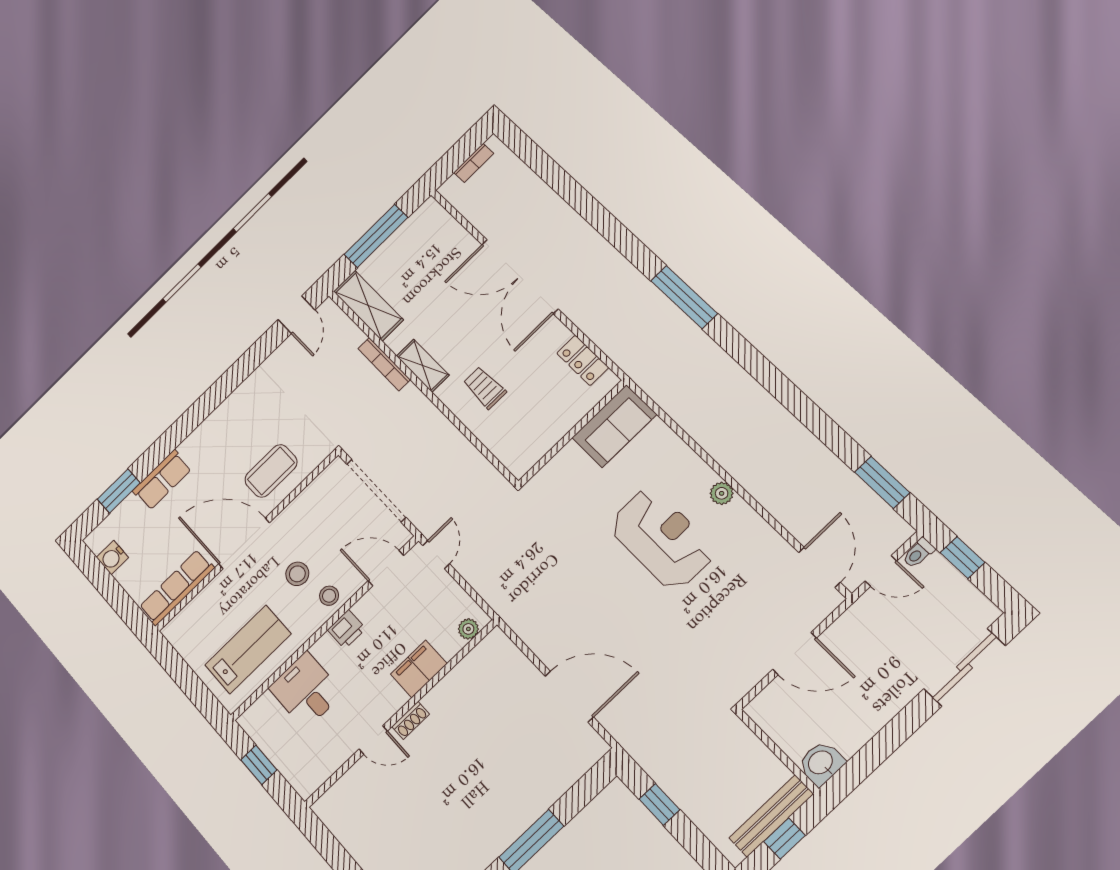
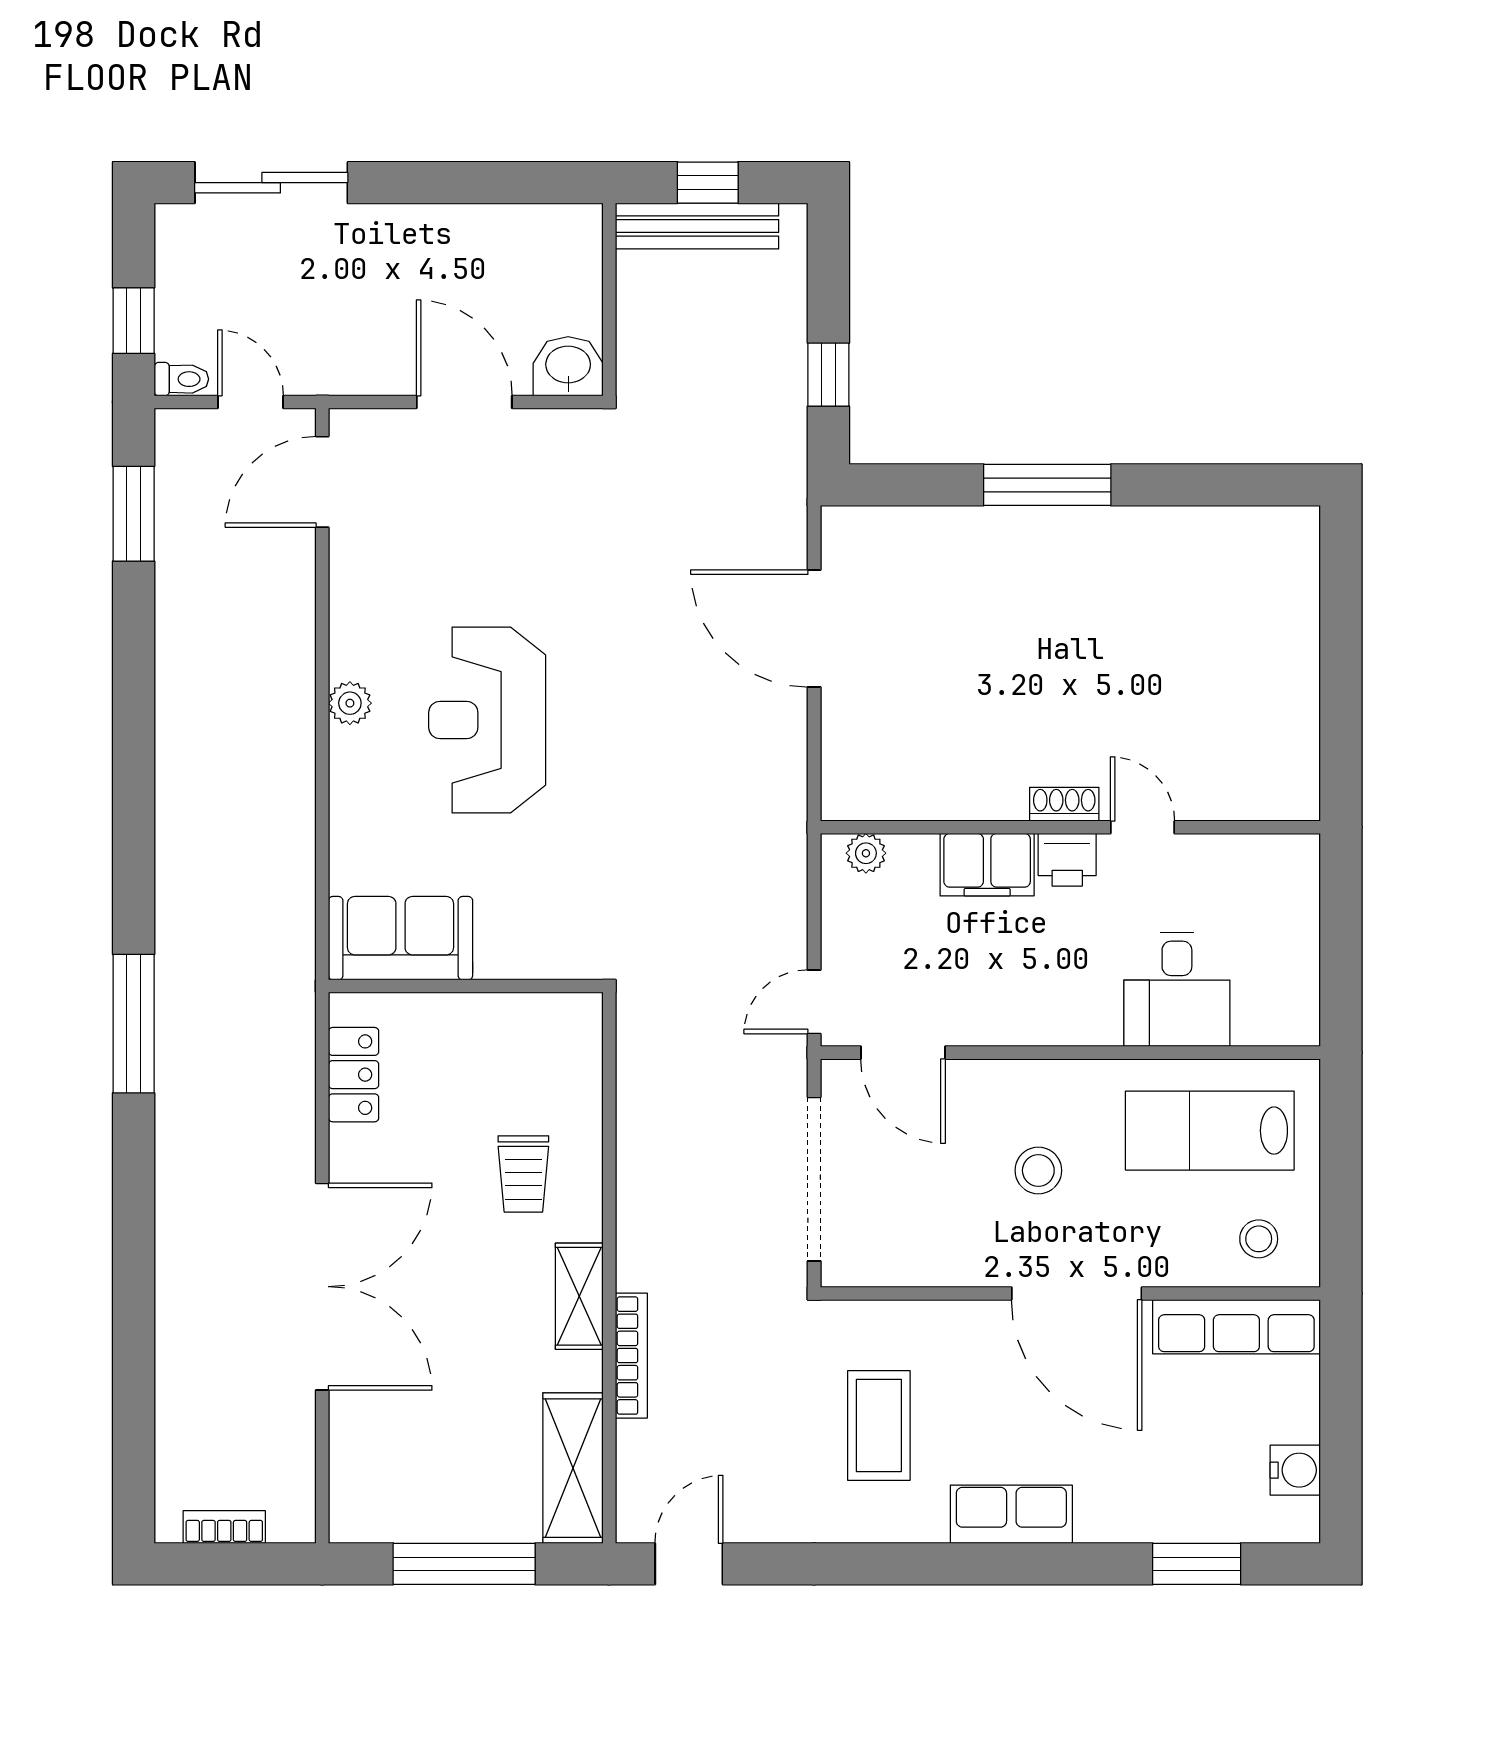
coffee table: (271, 471) -> (879, 1426), moved, turned 90
row of seats: (162, 480) -> (1011, 1514), moved
stool: (329, 596) -> (1259, 1239), moved
printer: (347, 629) -> (1067, 860), moved, turned 180
washbasin: (821, 763) -> (568, 366), moved, turned 180
window: (259, 765) -> (1341, 949), removed

